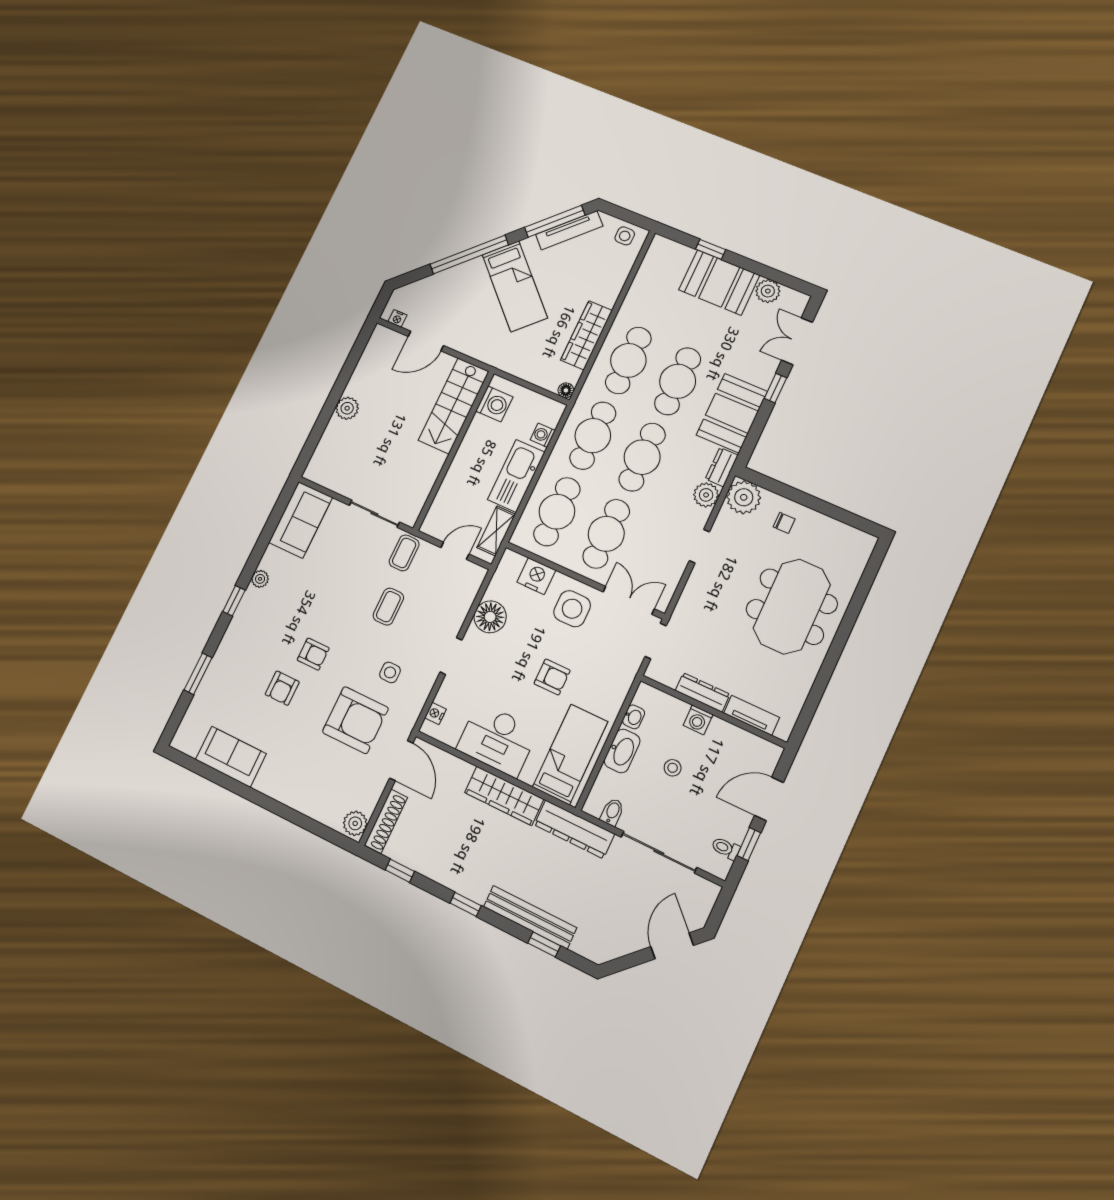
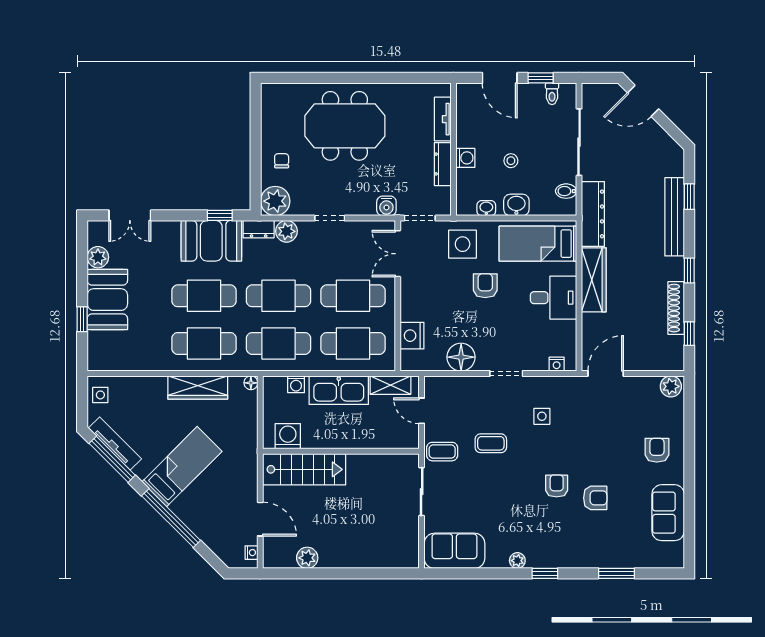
window: (775, 388) -> (220, 215), moved
plant: (347, 408) -> (307, 558), moved
side table: (572, 609) -> (463, 244), moved
water cooler: (685, 612) -> (386, 206), added
armchair: (355, 720) -> (657, 450), moved, width x0.53, depth x0.53
desk: (497, 739) -> (554, 298), width x0.73
washbasin: (622, 751) -> (516, 205), width x0.72
shoe rack: (386, 821) -> (676, 308), moved, turned -90

